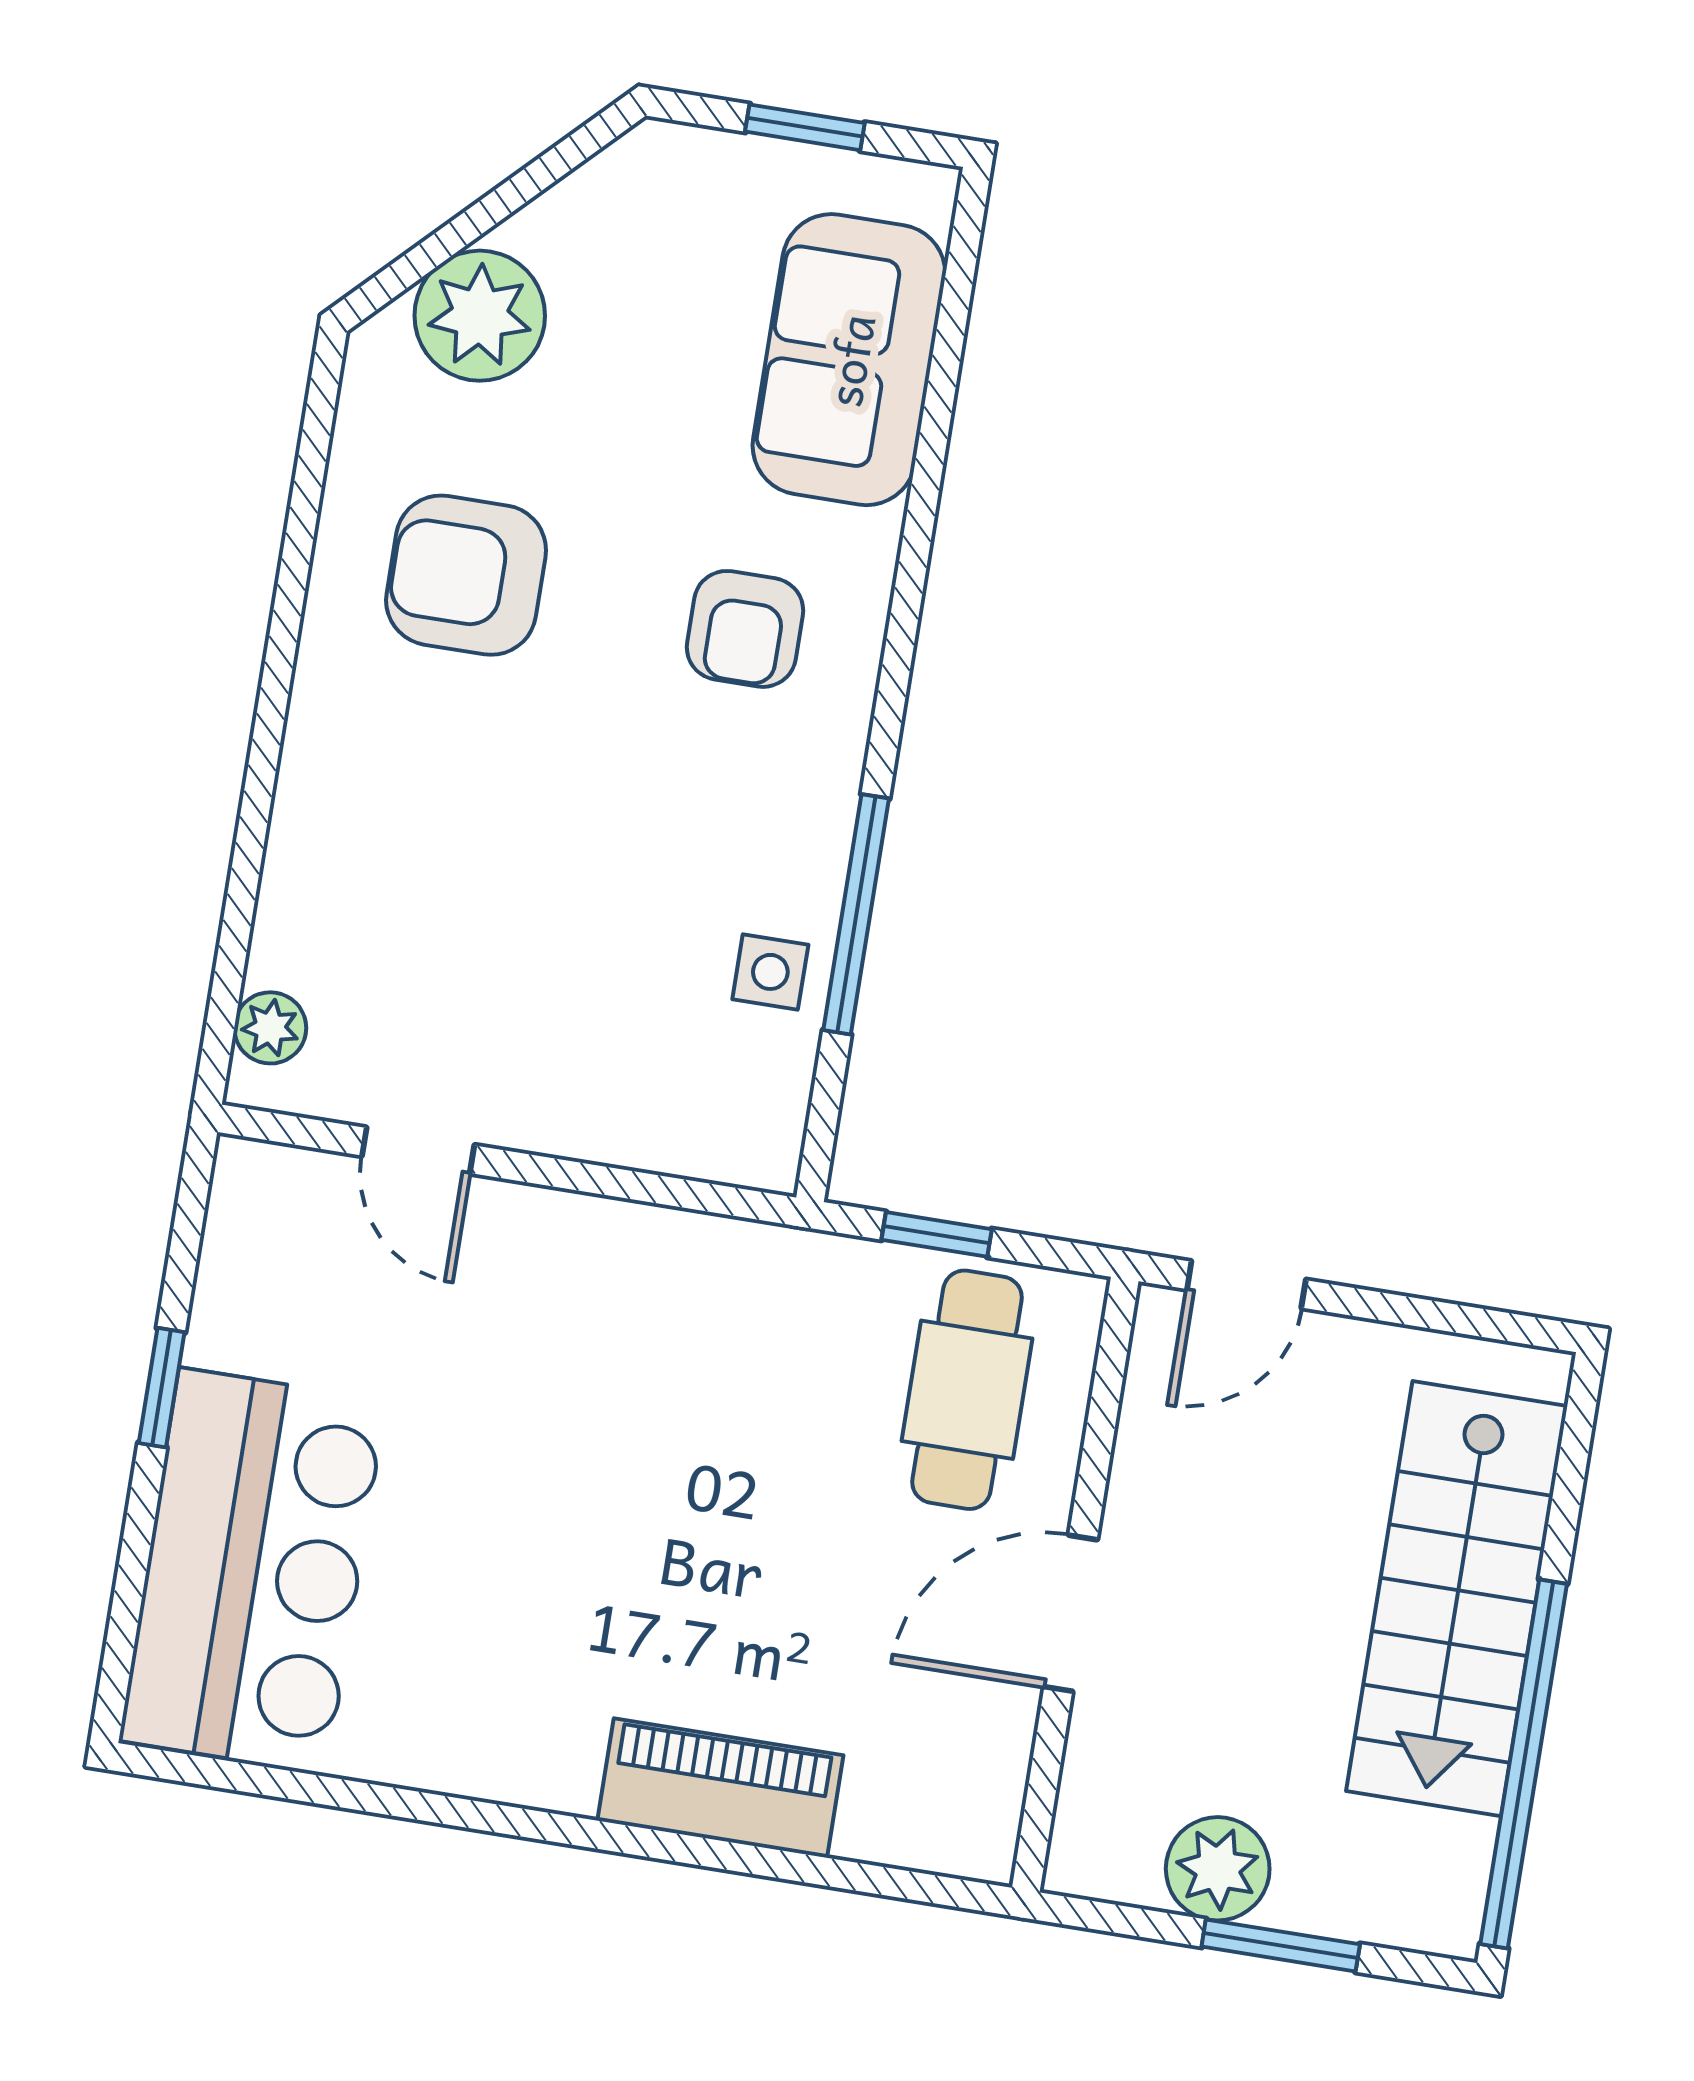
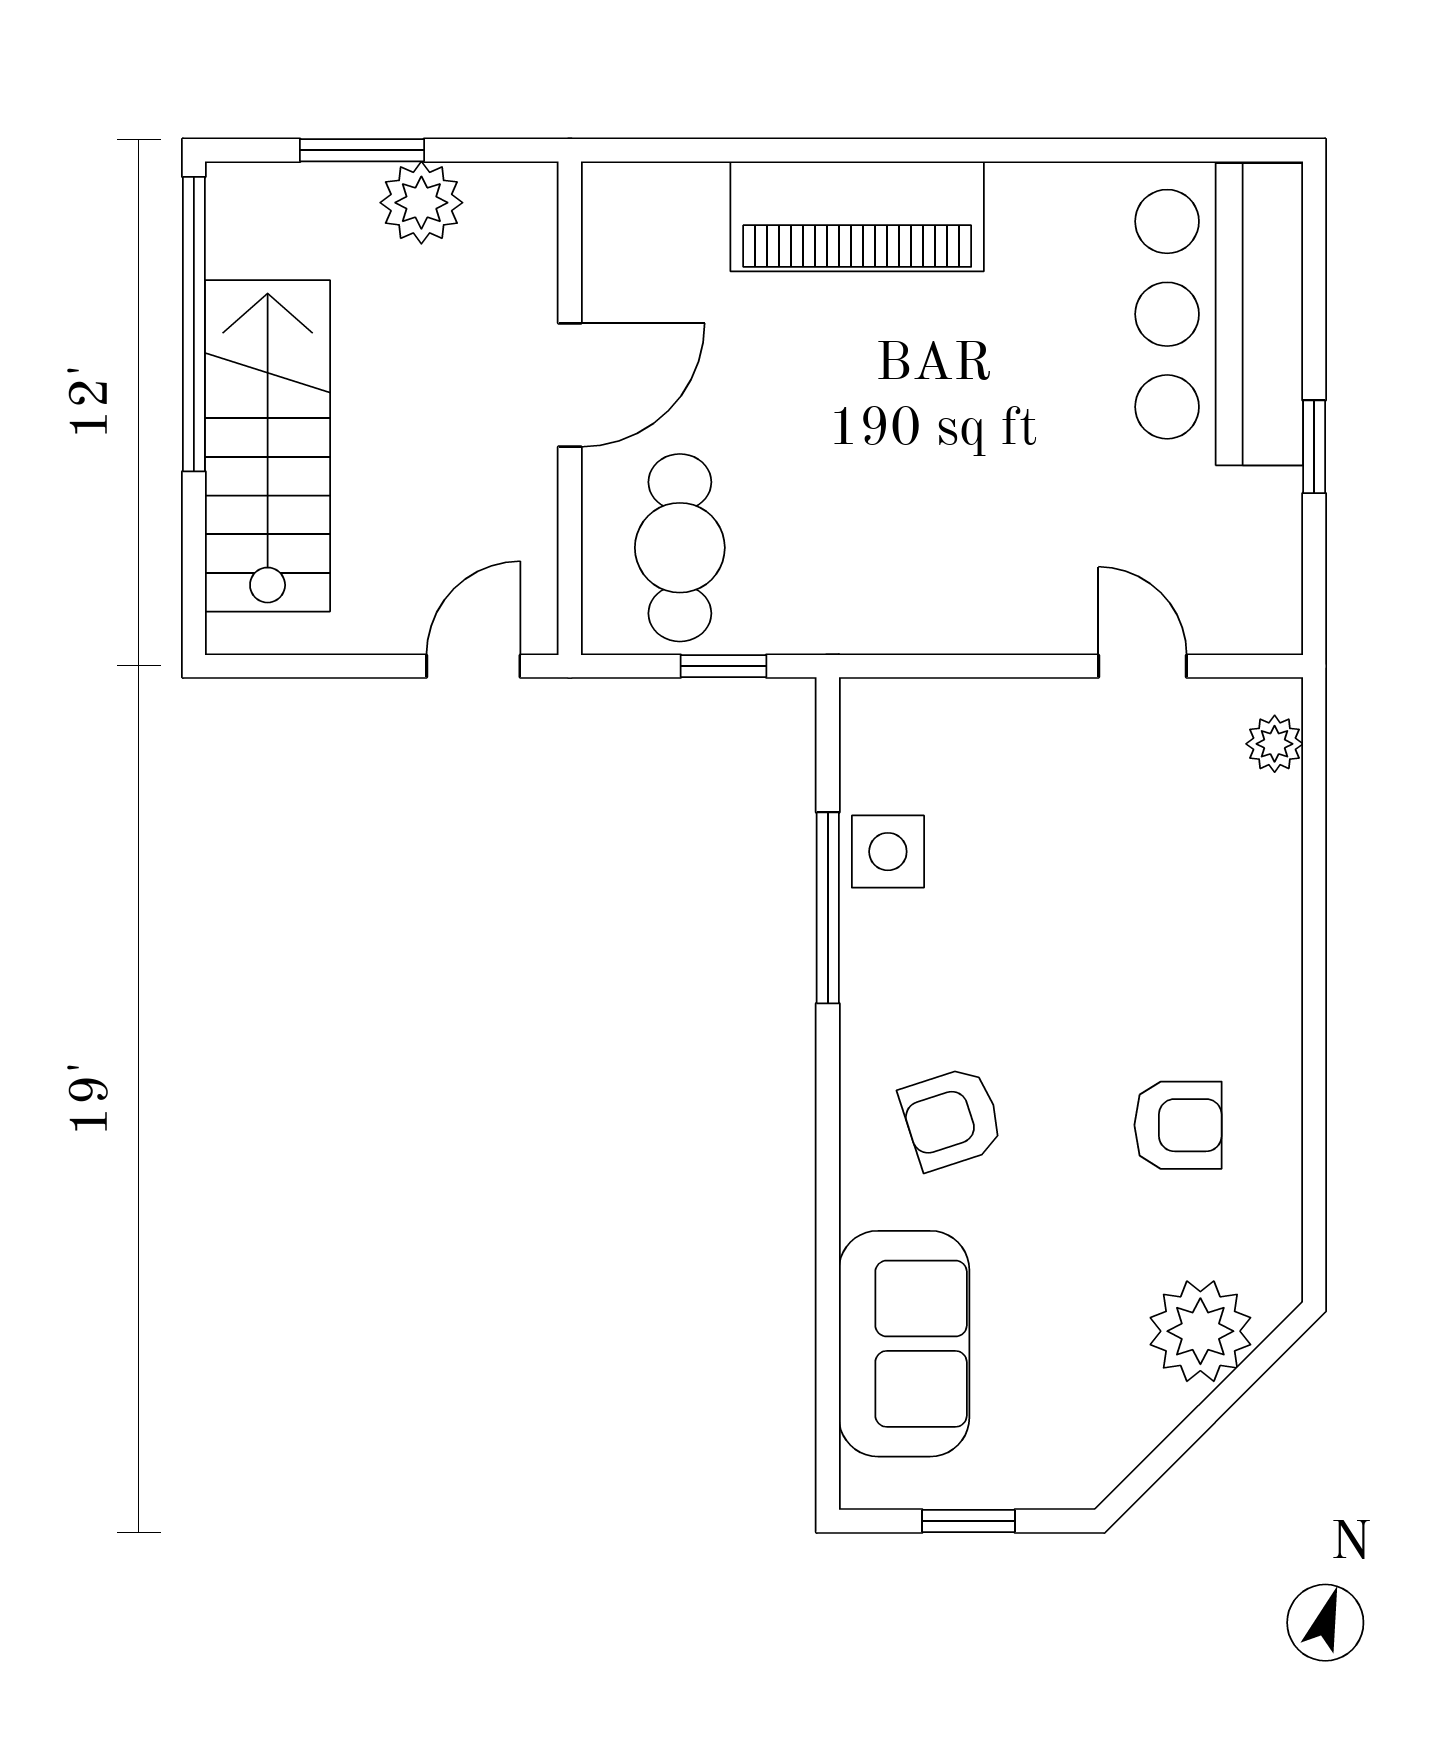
armchair: (466, 575) -> (1178, 1125), width x0.72, depth x0.72
armchair: (745, 629) -> (952, 1118), turned -108
side table: (770, 972) -> (888, 852), width x1.37, depth x1.37
piano: (720, 1788) -> (857, 216), width x1.37, depth x1.33

